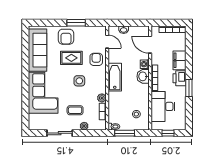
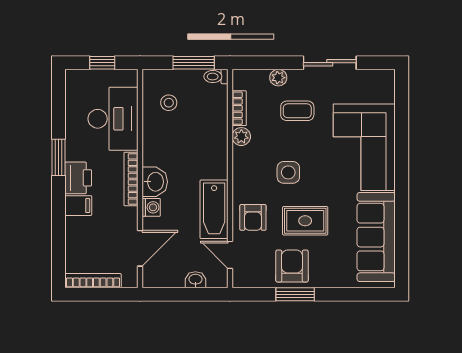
armchair: (66, 37) -> (292, 266), moved
door: (150, 45) -> (140, 248), hinge flipped
filing cabinet: (179, 60) -> (78, 206), width x0.50
bathtub: (115, 77) -> (214, 209), moved

